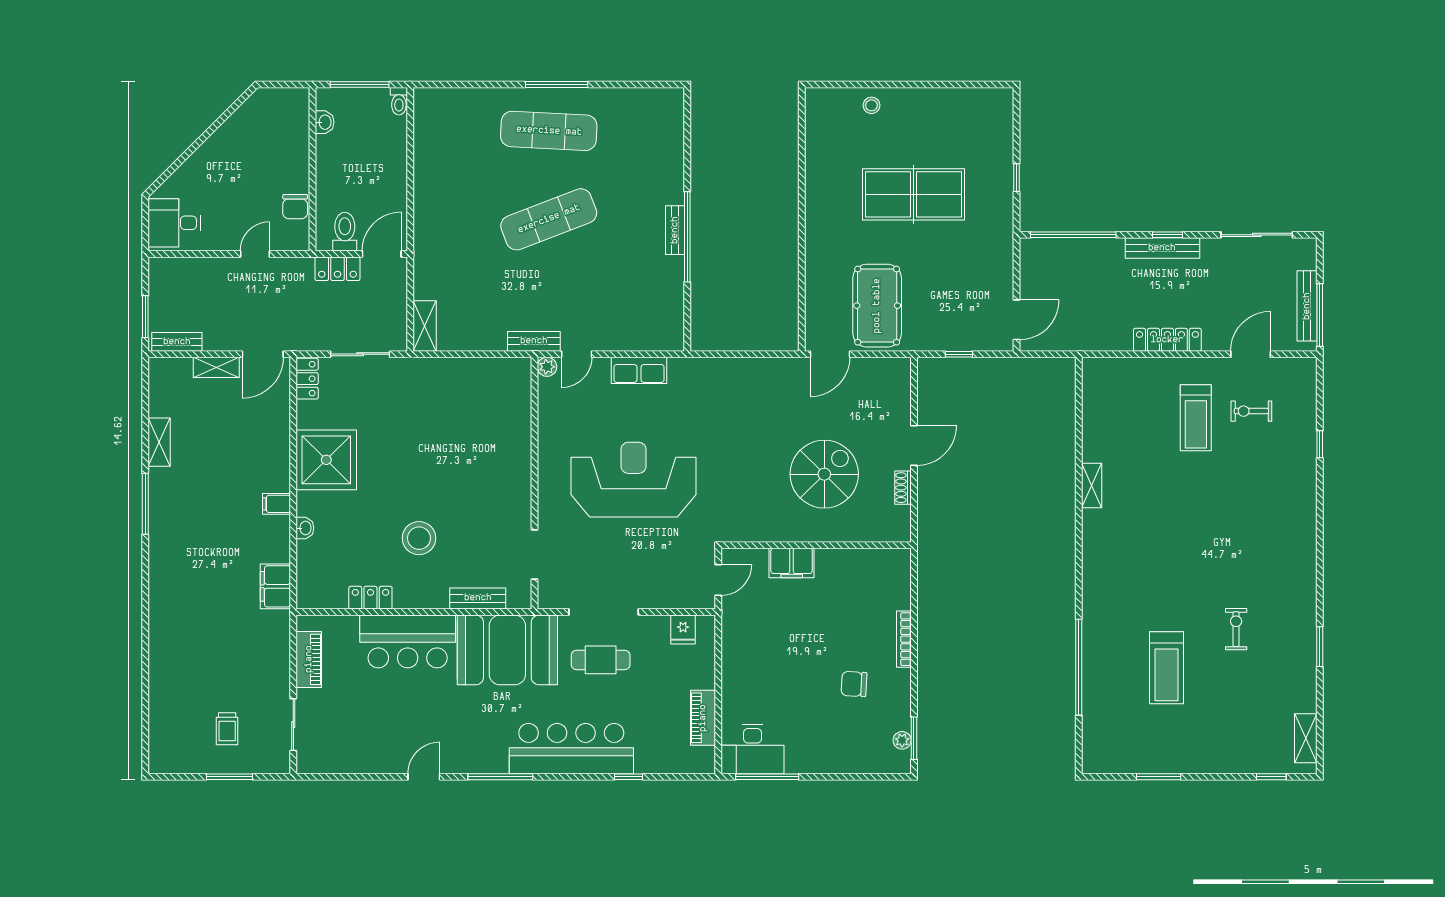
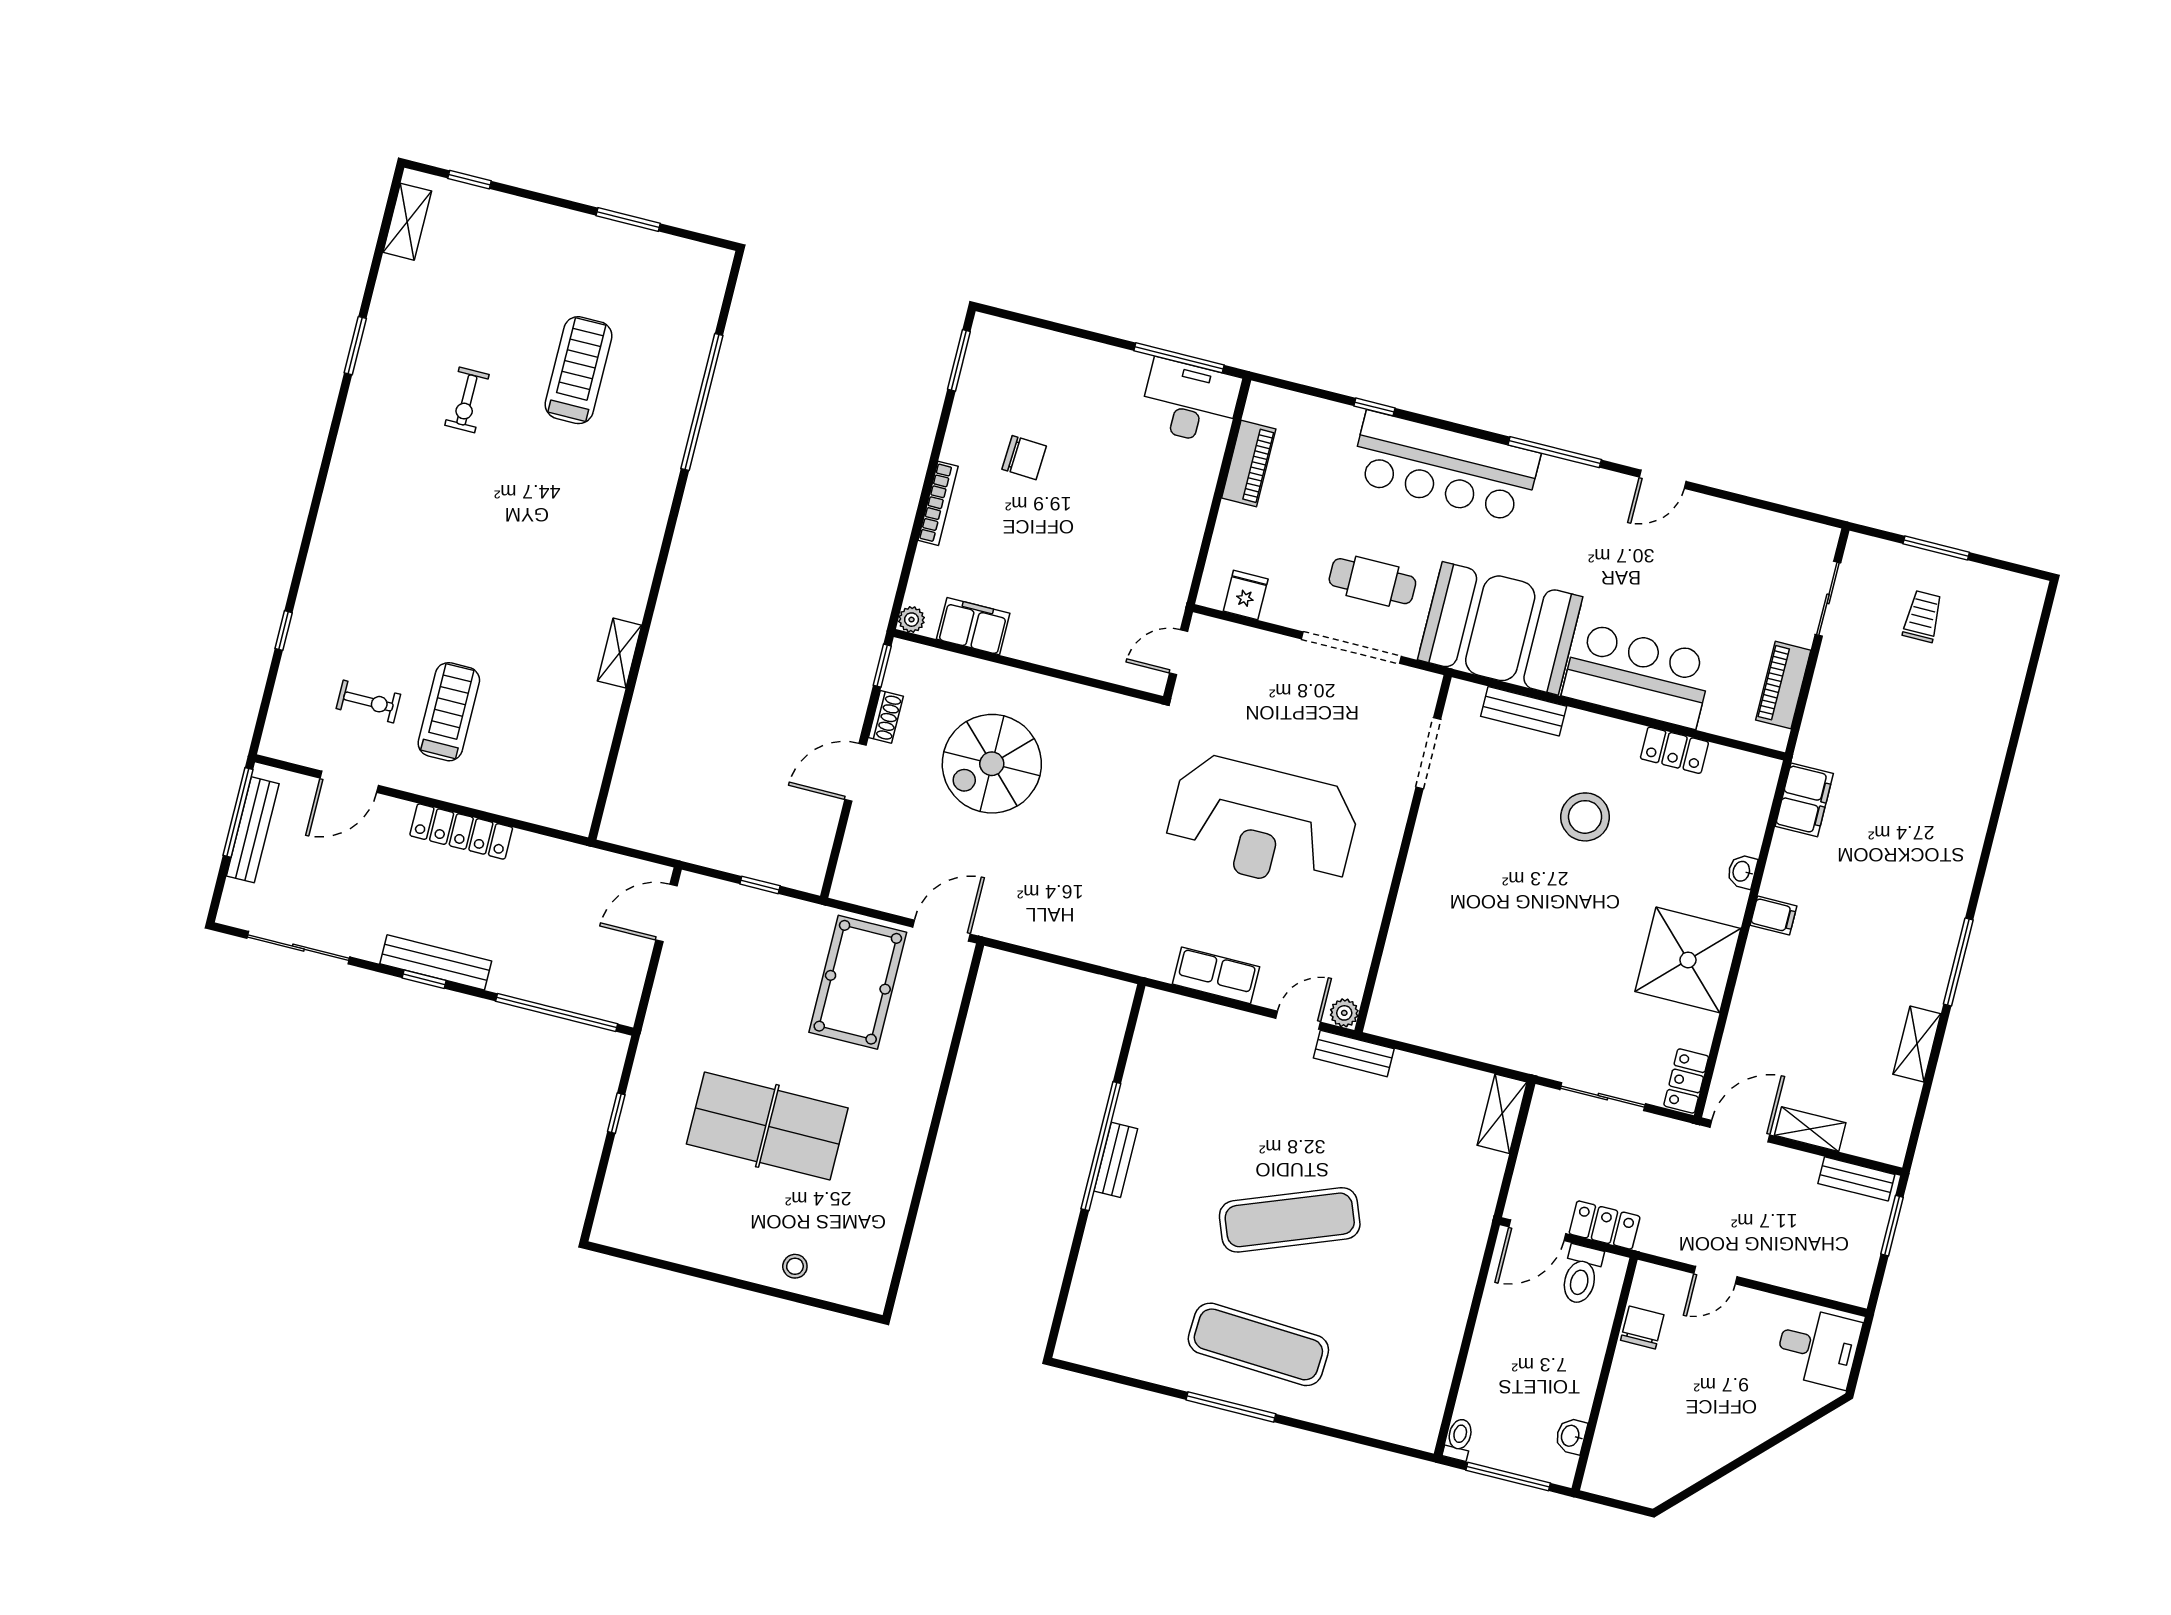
window: (914, 521) -> (882, 666), added
filing cabinet: (792, 563) -> (973, 626), moved
plant: (902, 740) -> (912, 620), moved

